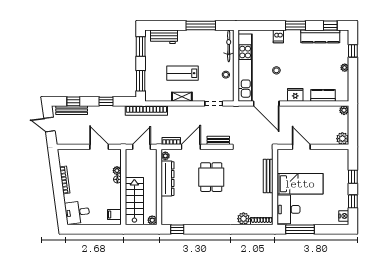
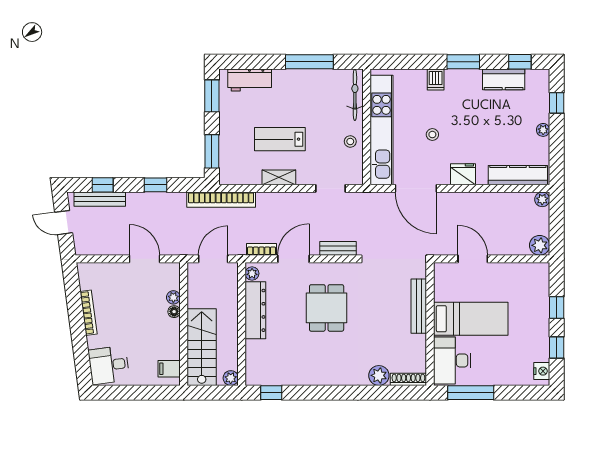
kitchen counter: (320, 36) -> (504, 79), width x0.67
kitchen counter: (323, 95) -> (518, 175), width x1.50

